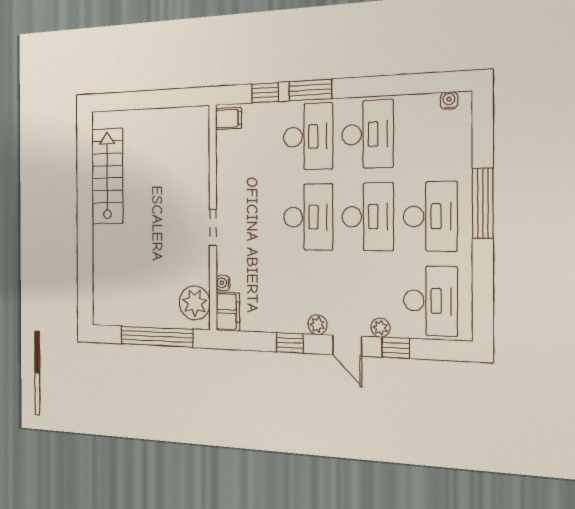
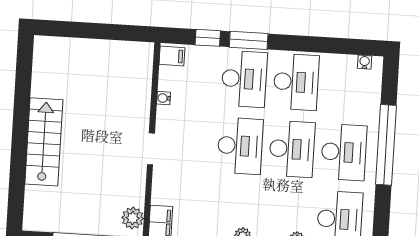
stairs: (107, 176) -> (44, 142), moved
window: (483, 203) -> (386, 145), width x1.46
water cooler: (223, 283) -> (164, 98), moved
plant: (195, 303) -> (133, 218), width x0.73, depth x0.73

